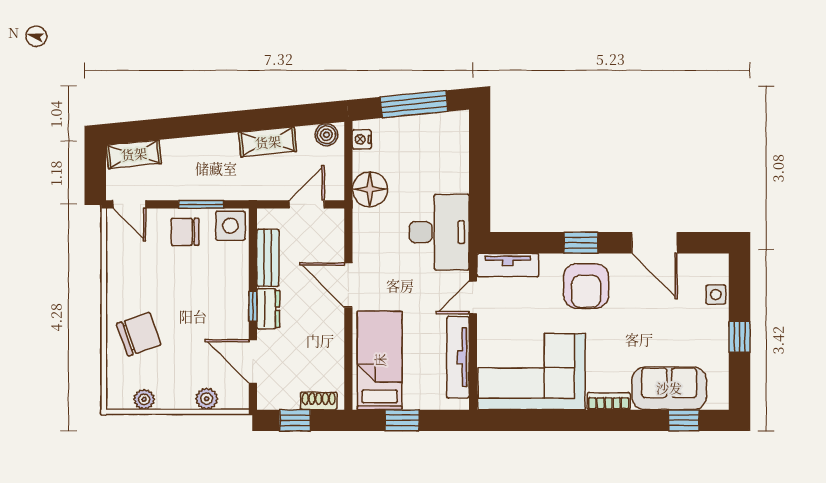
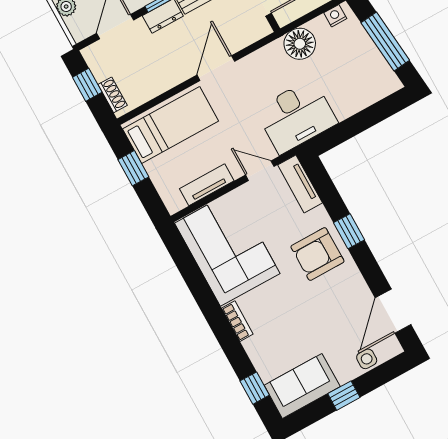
door: (655, 243) -> (393, 311), moved
tv unit: (458, 357) -> (207, 185), width x0.71
sofa: (669, 388) -> (302, 386), moved, turned -90

